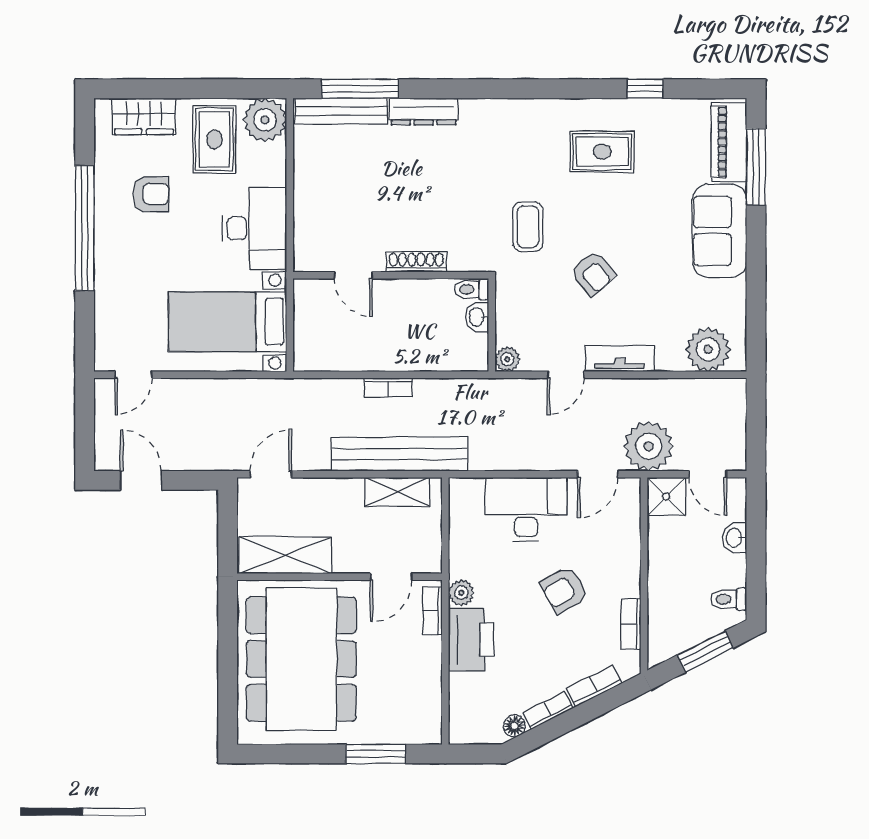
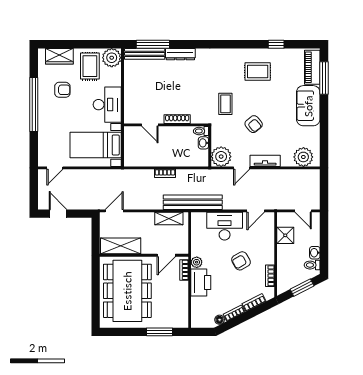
plant: (507, 359) -> (221, 157), width x1.87, depth x1.87
plant: (649, 446) -> (278, 199), removed
bench: (399, 454) -> (193, 202), moved
shower: (666, 496) -> (285, 235), moved
washbasin: (735, 538) -> (315, 253), moved

